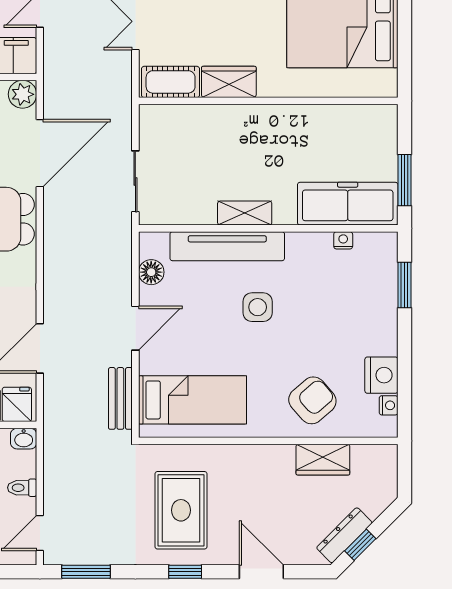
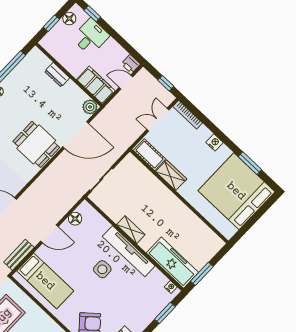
nightstand: (343, 240) -> (171, 287), moved
tv unit: (227, 246) -> (129, 251), moved

